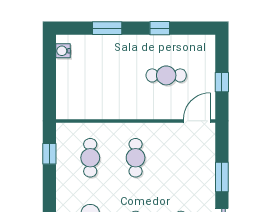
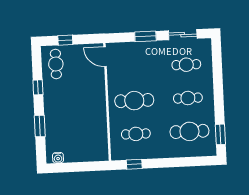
cafe table: (166, 75) -> (56, 64), moved
window: (222, 82) -> (65, 40), moved
cafe table: (136, 158) -> (134, 101), width x1.37, depth x1.35

